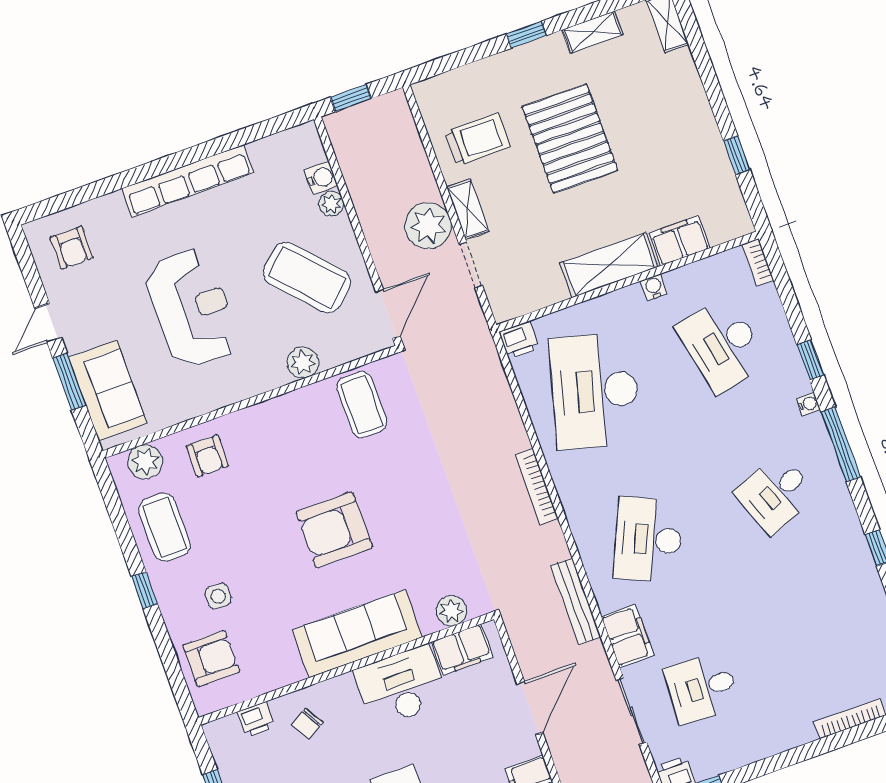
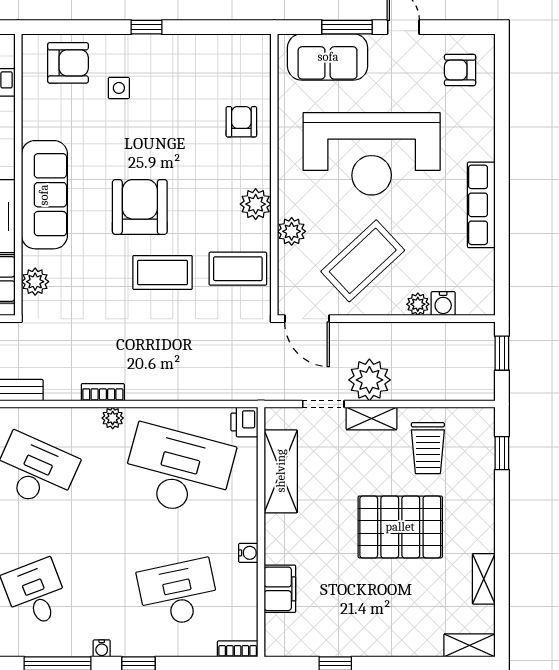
window: (526, 35) -> (502, 453), moved
row of seats: (188, 181) -> (481, 205), width x0.73
shelving: (609, 265) -> (281, 471), moved
reception desk: (192, 308) -> (372, 154), width x1.36, depth x1.30
armchair: (207, 456) -> (241, 122), turned 90
plant: (145, 462) -> (256, 204), moved
plant: (564, 479) -> (113, 418), added
bookcase: (537, 486) -> (103, 392), width x0.64
coffee table: (164, 527) -> (162, 272), moved
armchair: (211, 659) -> (68, 63), turned -90

